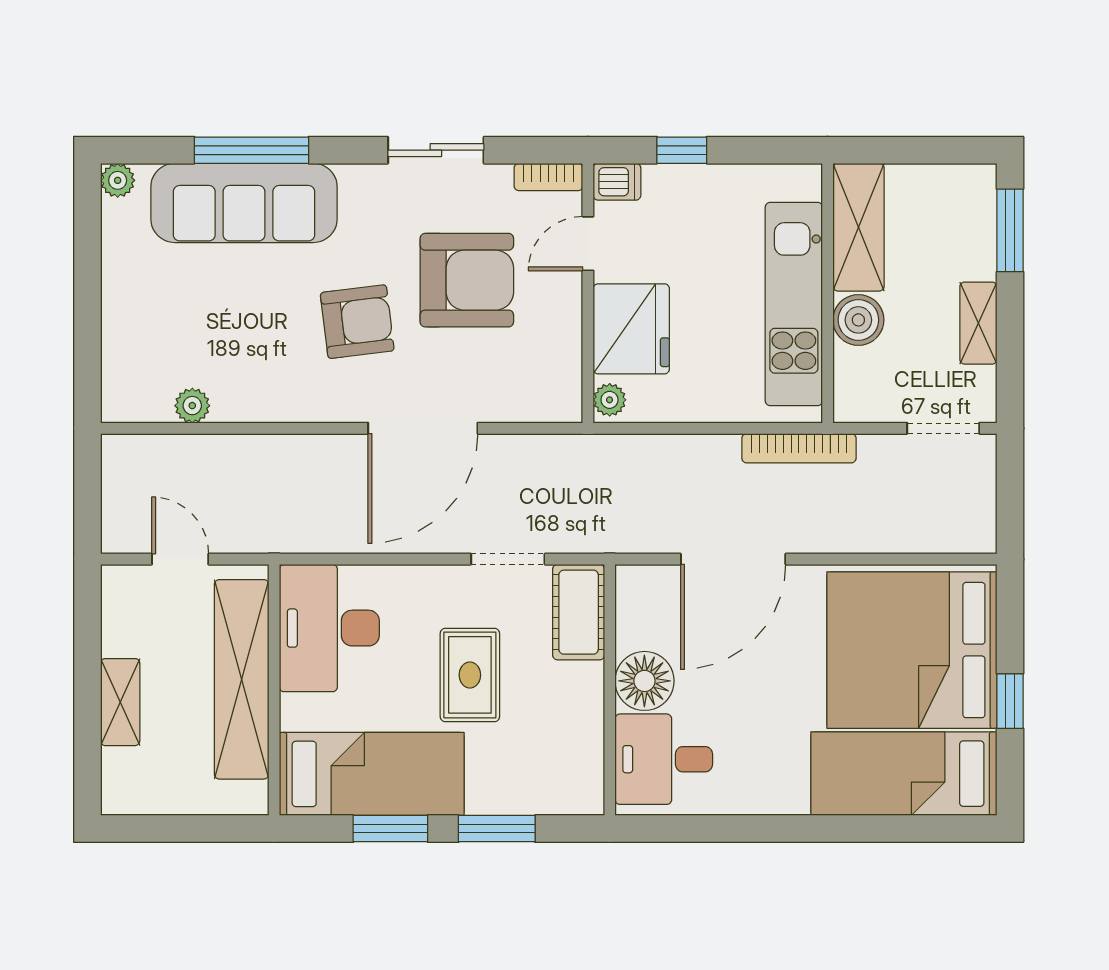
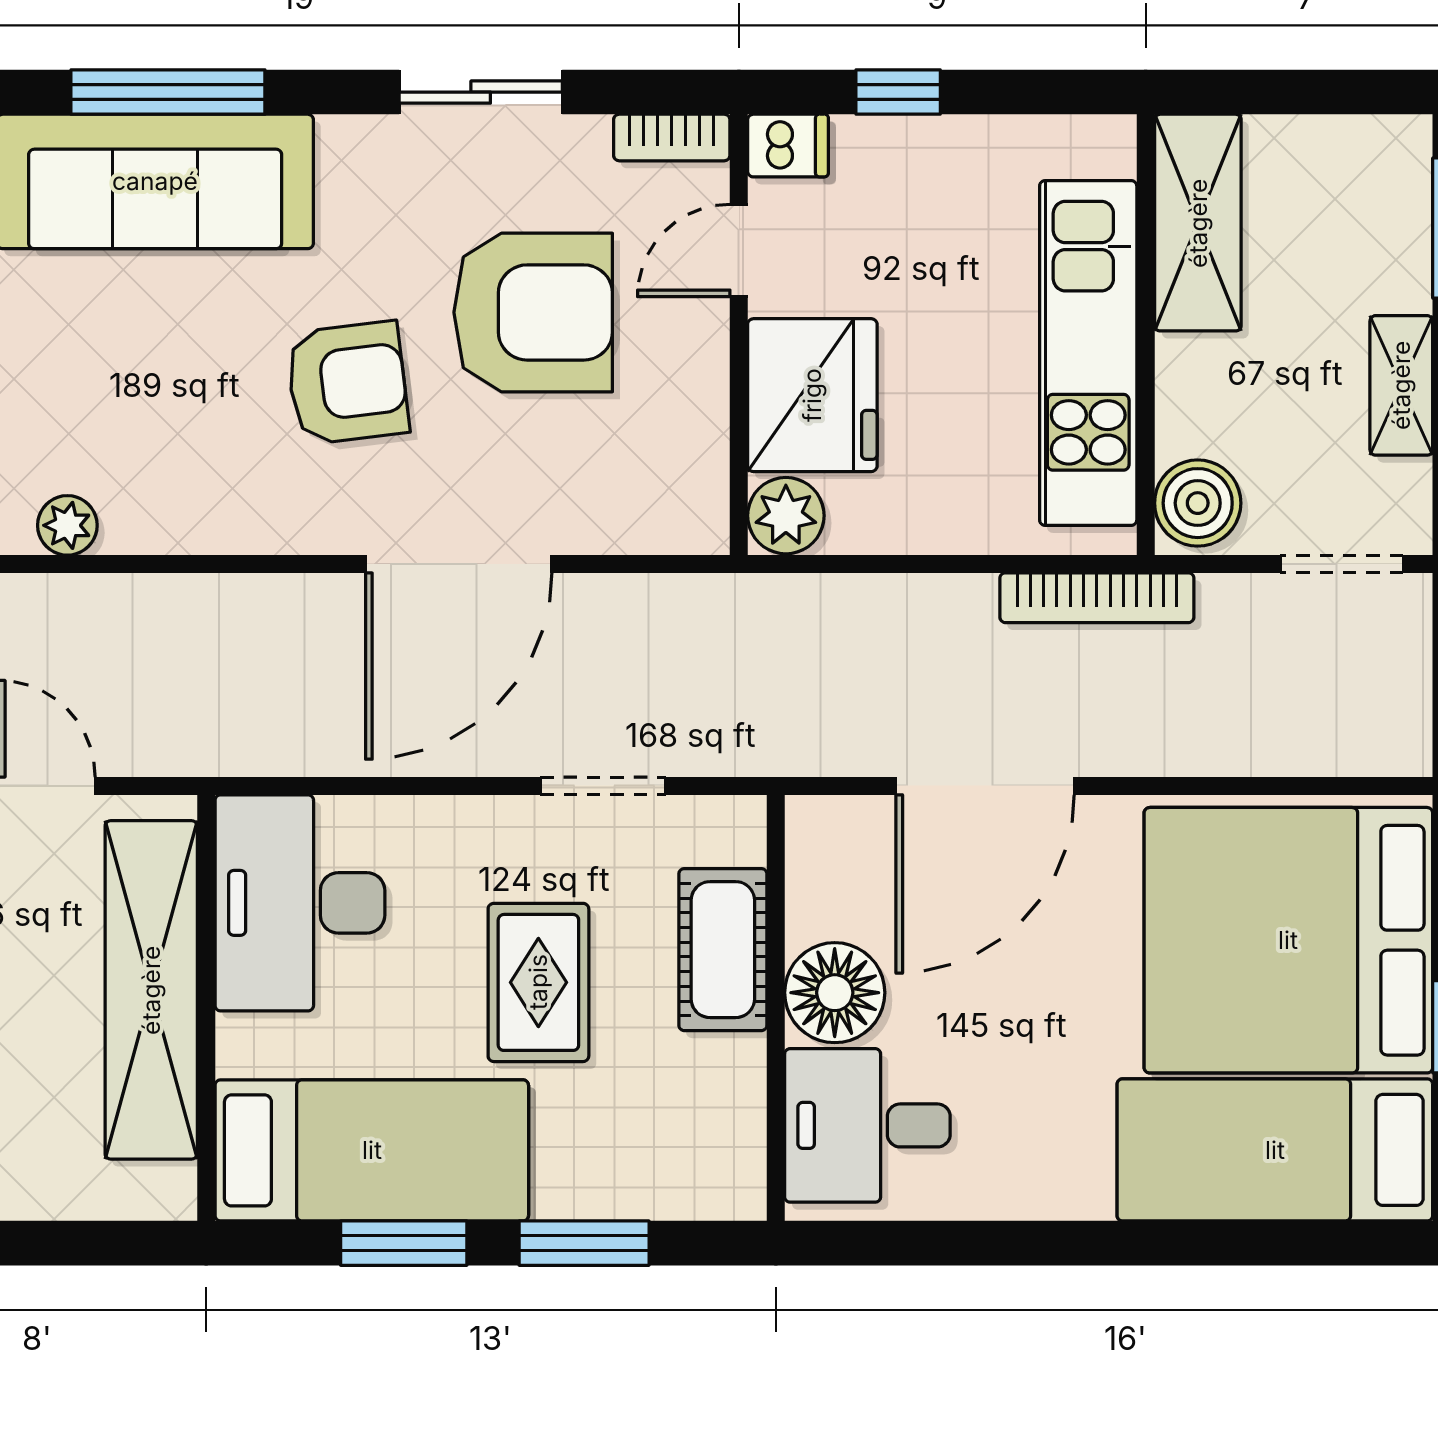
boiler: (858, 320) -> (1198, 503), moved
plant: (610, 400) -> (786, 516), width x1.38, depth x1.38
cot: (579, 612) -> (723, 950), moved

